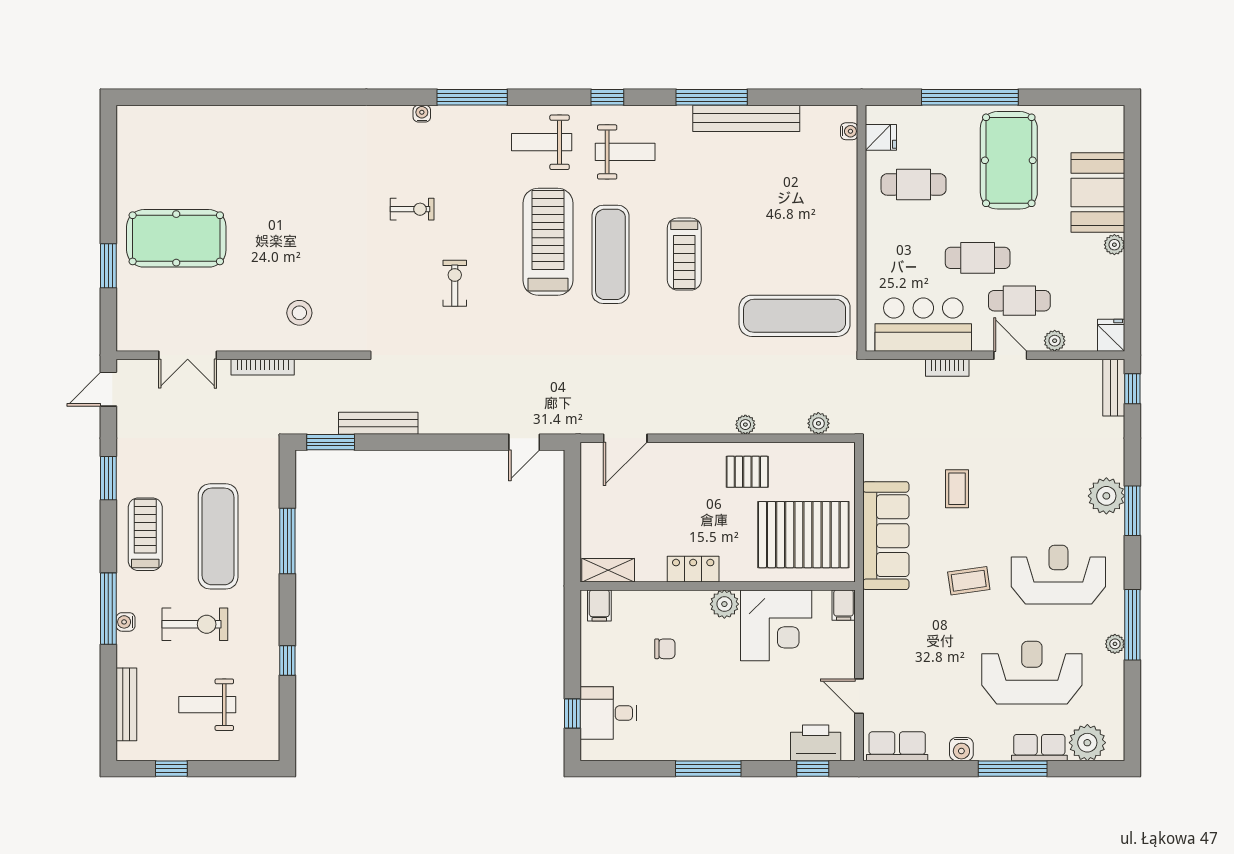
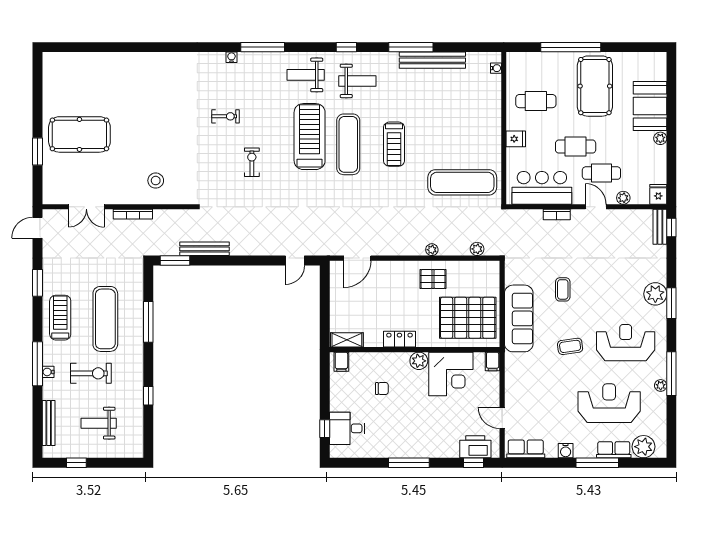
fridge: (881, 137) -> (516, 139), moved

